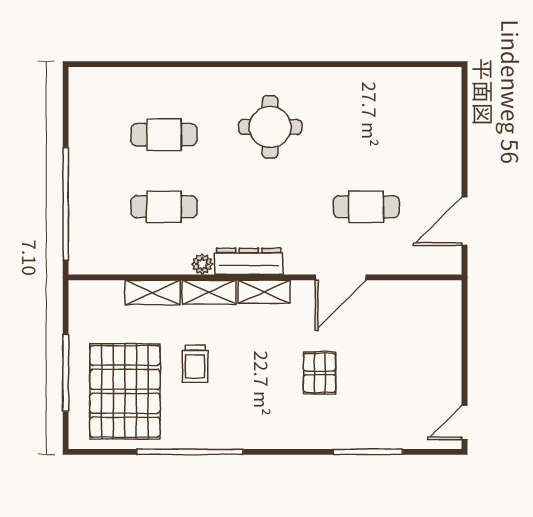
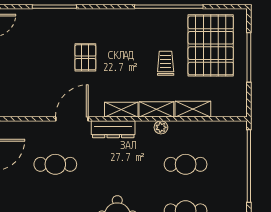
dresser: (249, 261) -> (113, 129), moved

